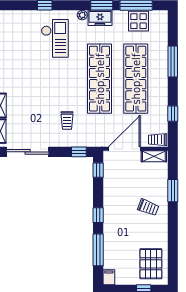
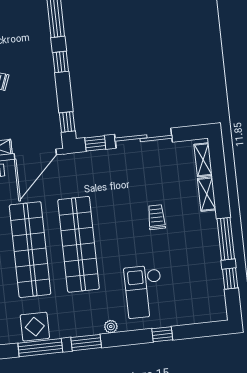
freezer: (100, 18) -> (87, 325), removed
trolley: (67, 120) -> (156, 217), moved
sliding door: (28, 152) -> (143, 138), moved

